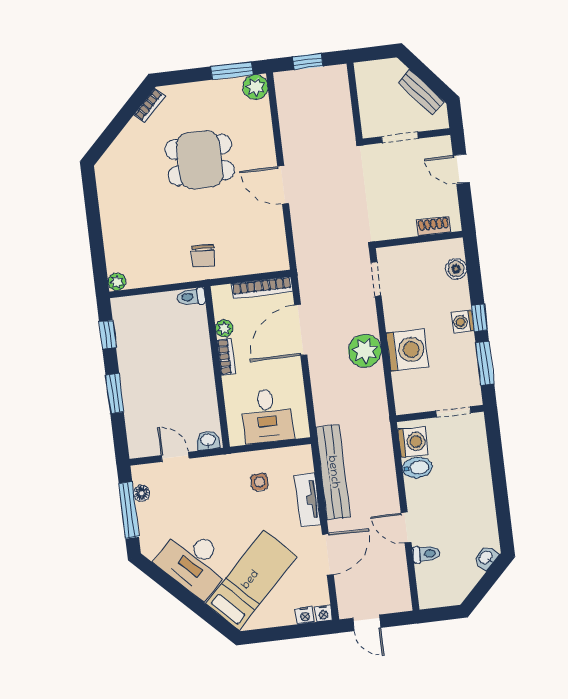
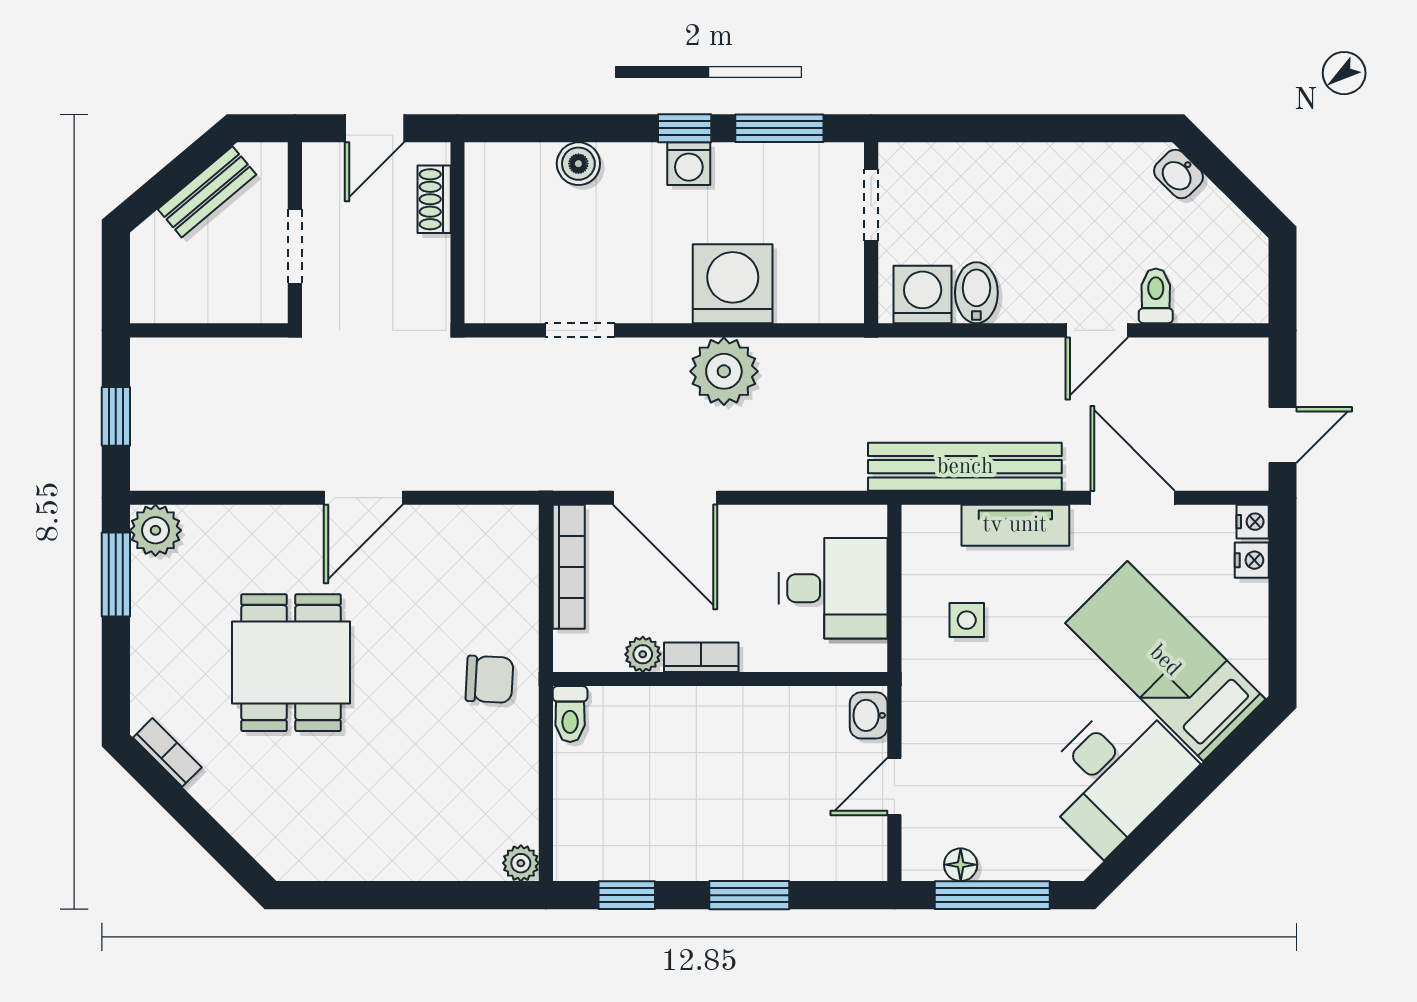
shoe rack: (434, 226) -> (434, 199), moved
wall: (419, 239) -> (458, 233), moved

